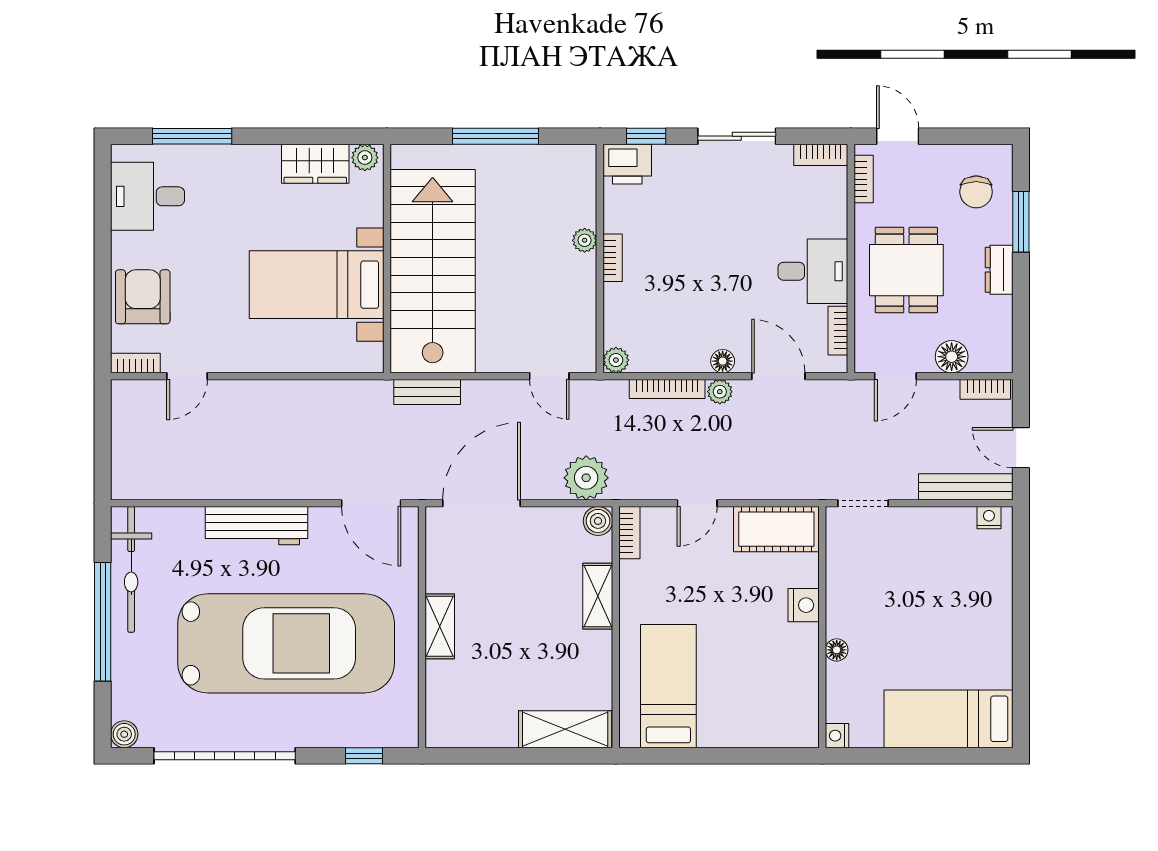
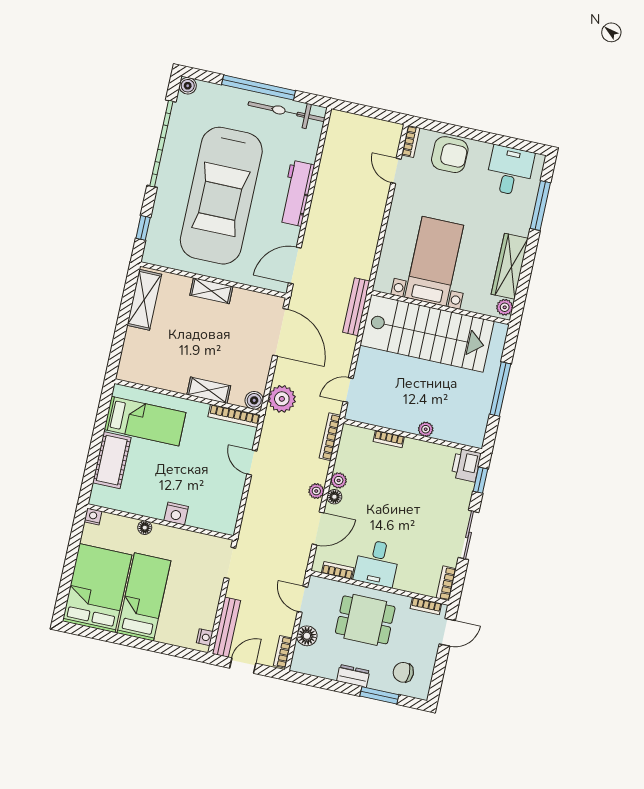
wardrobe: (315, 164) -> (510, 266), width x1.50
bookcase: (613, 258) -> (389, 439), moved
plant: (616, 360) -> (339, 480), moved
bookcase: (667, 389) -> (330, 437), moved
bench: (427, 392) -> (356, 307), width x1.36
cot: (776, 529) -> (112, 460), moved
bookcase: (629, 533) -> (234, 416), width x1.56
bed: (946, 627) -> (144, 597), added
bed: (948, 719) -> (97, 588), width x1.50
shelving: (565, 729) -> (144, 300), moved

